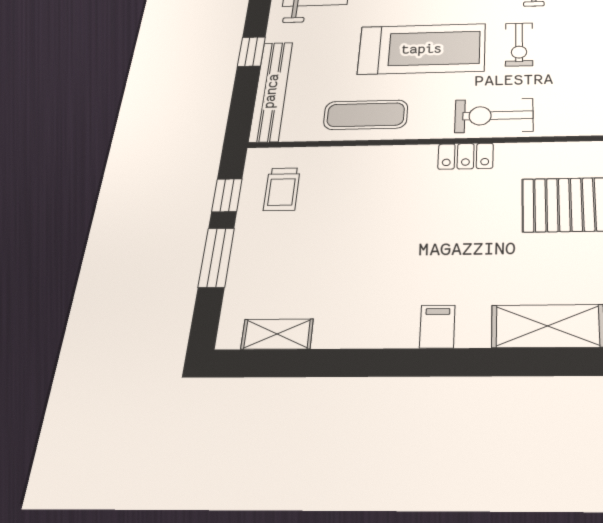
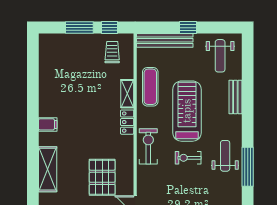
treadmill: (422, 49) -> (187, 111), turned 180
locker: (466, 156) -> (127, 122), moved
trolley: (282, 189) -> (112, 52), turned 90
shelving: (277, 334) -> (127, 94), moved

